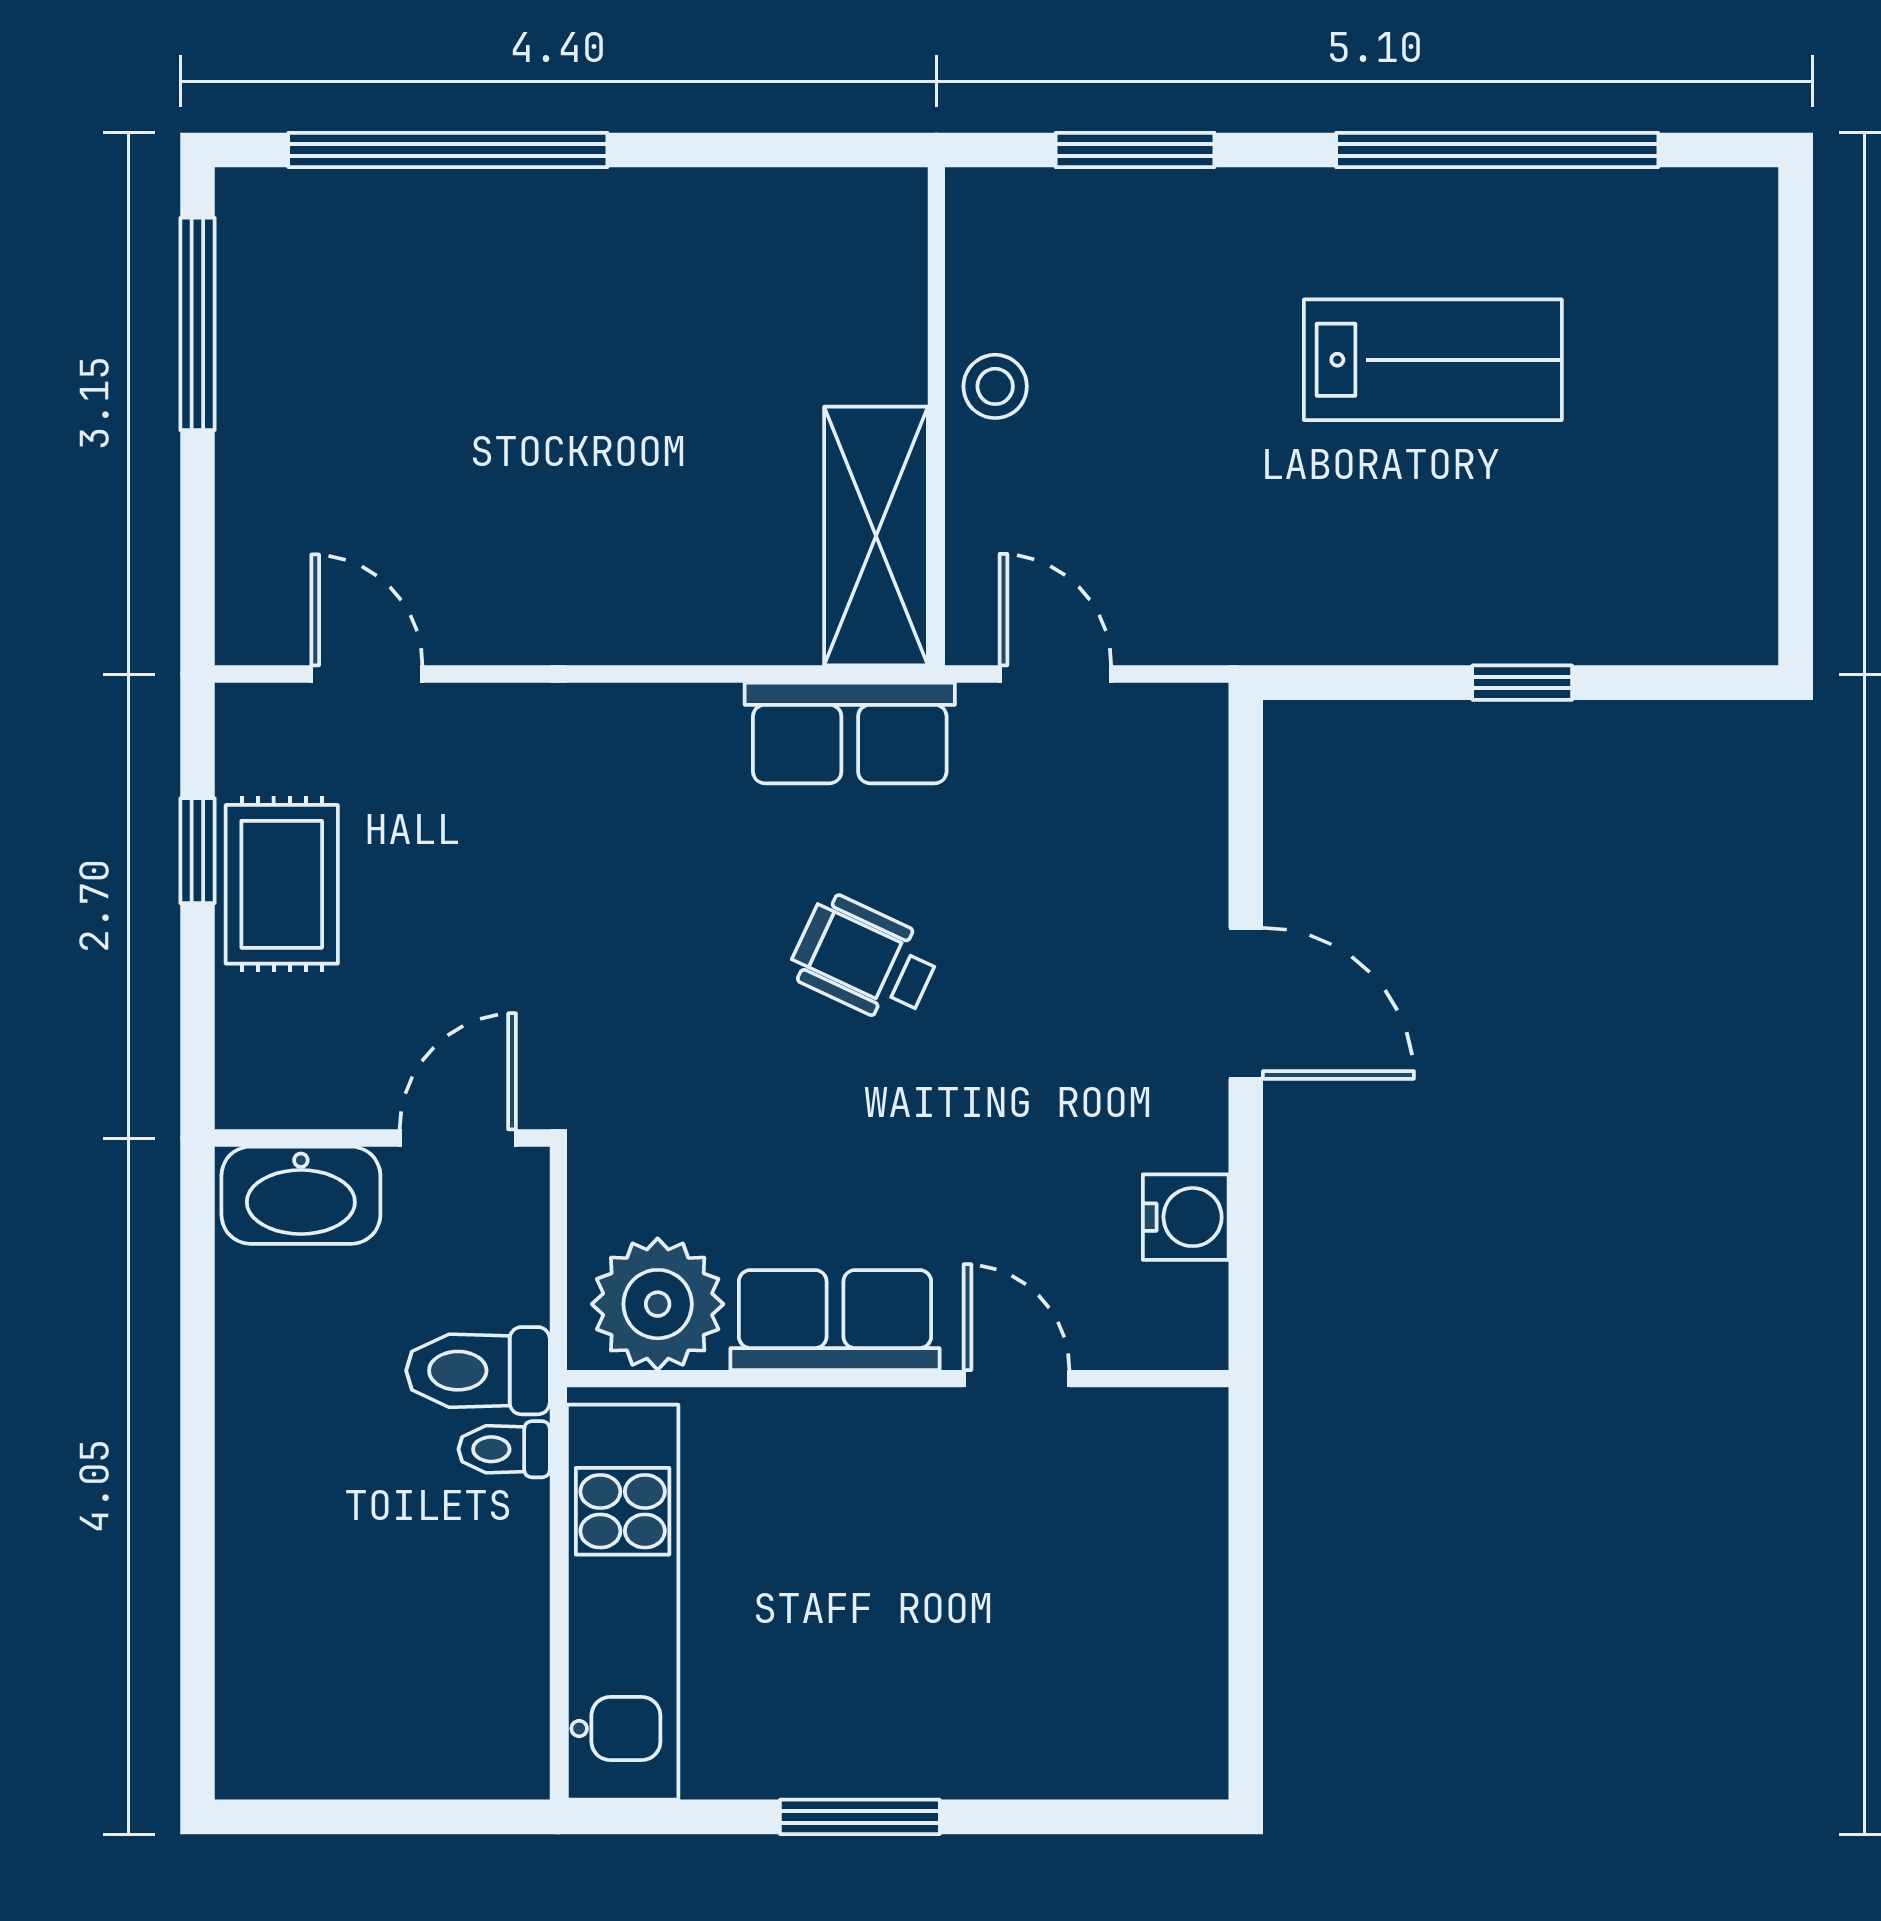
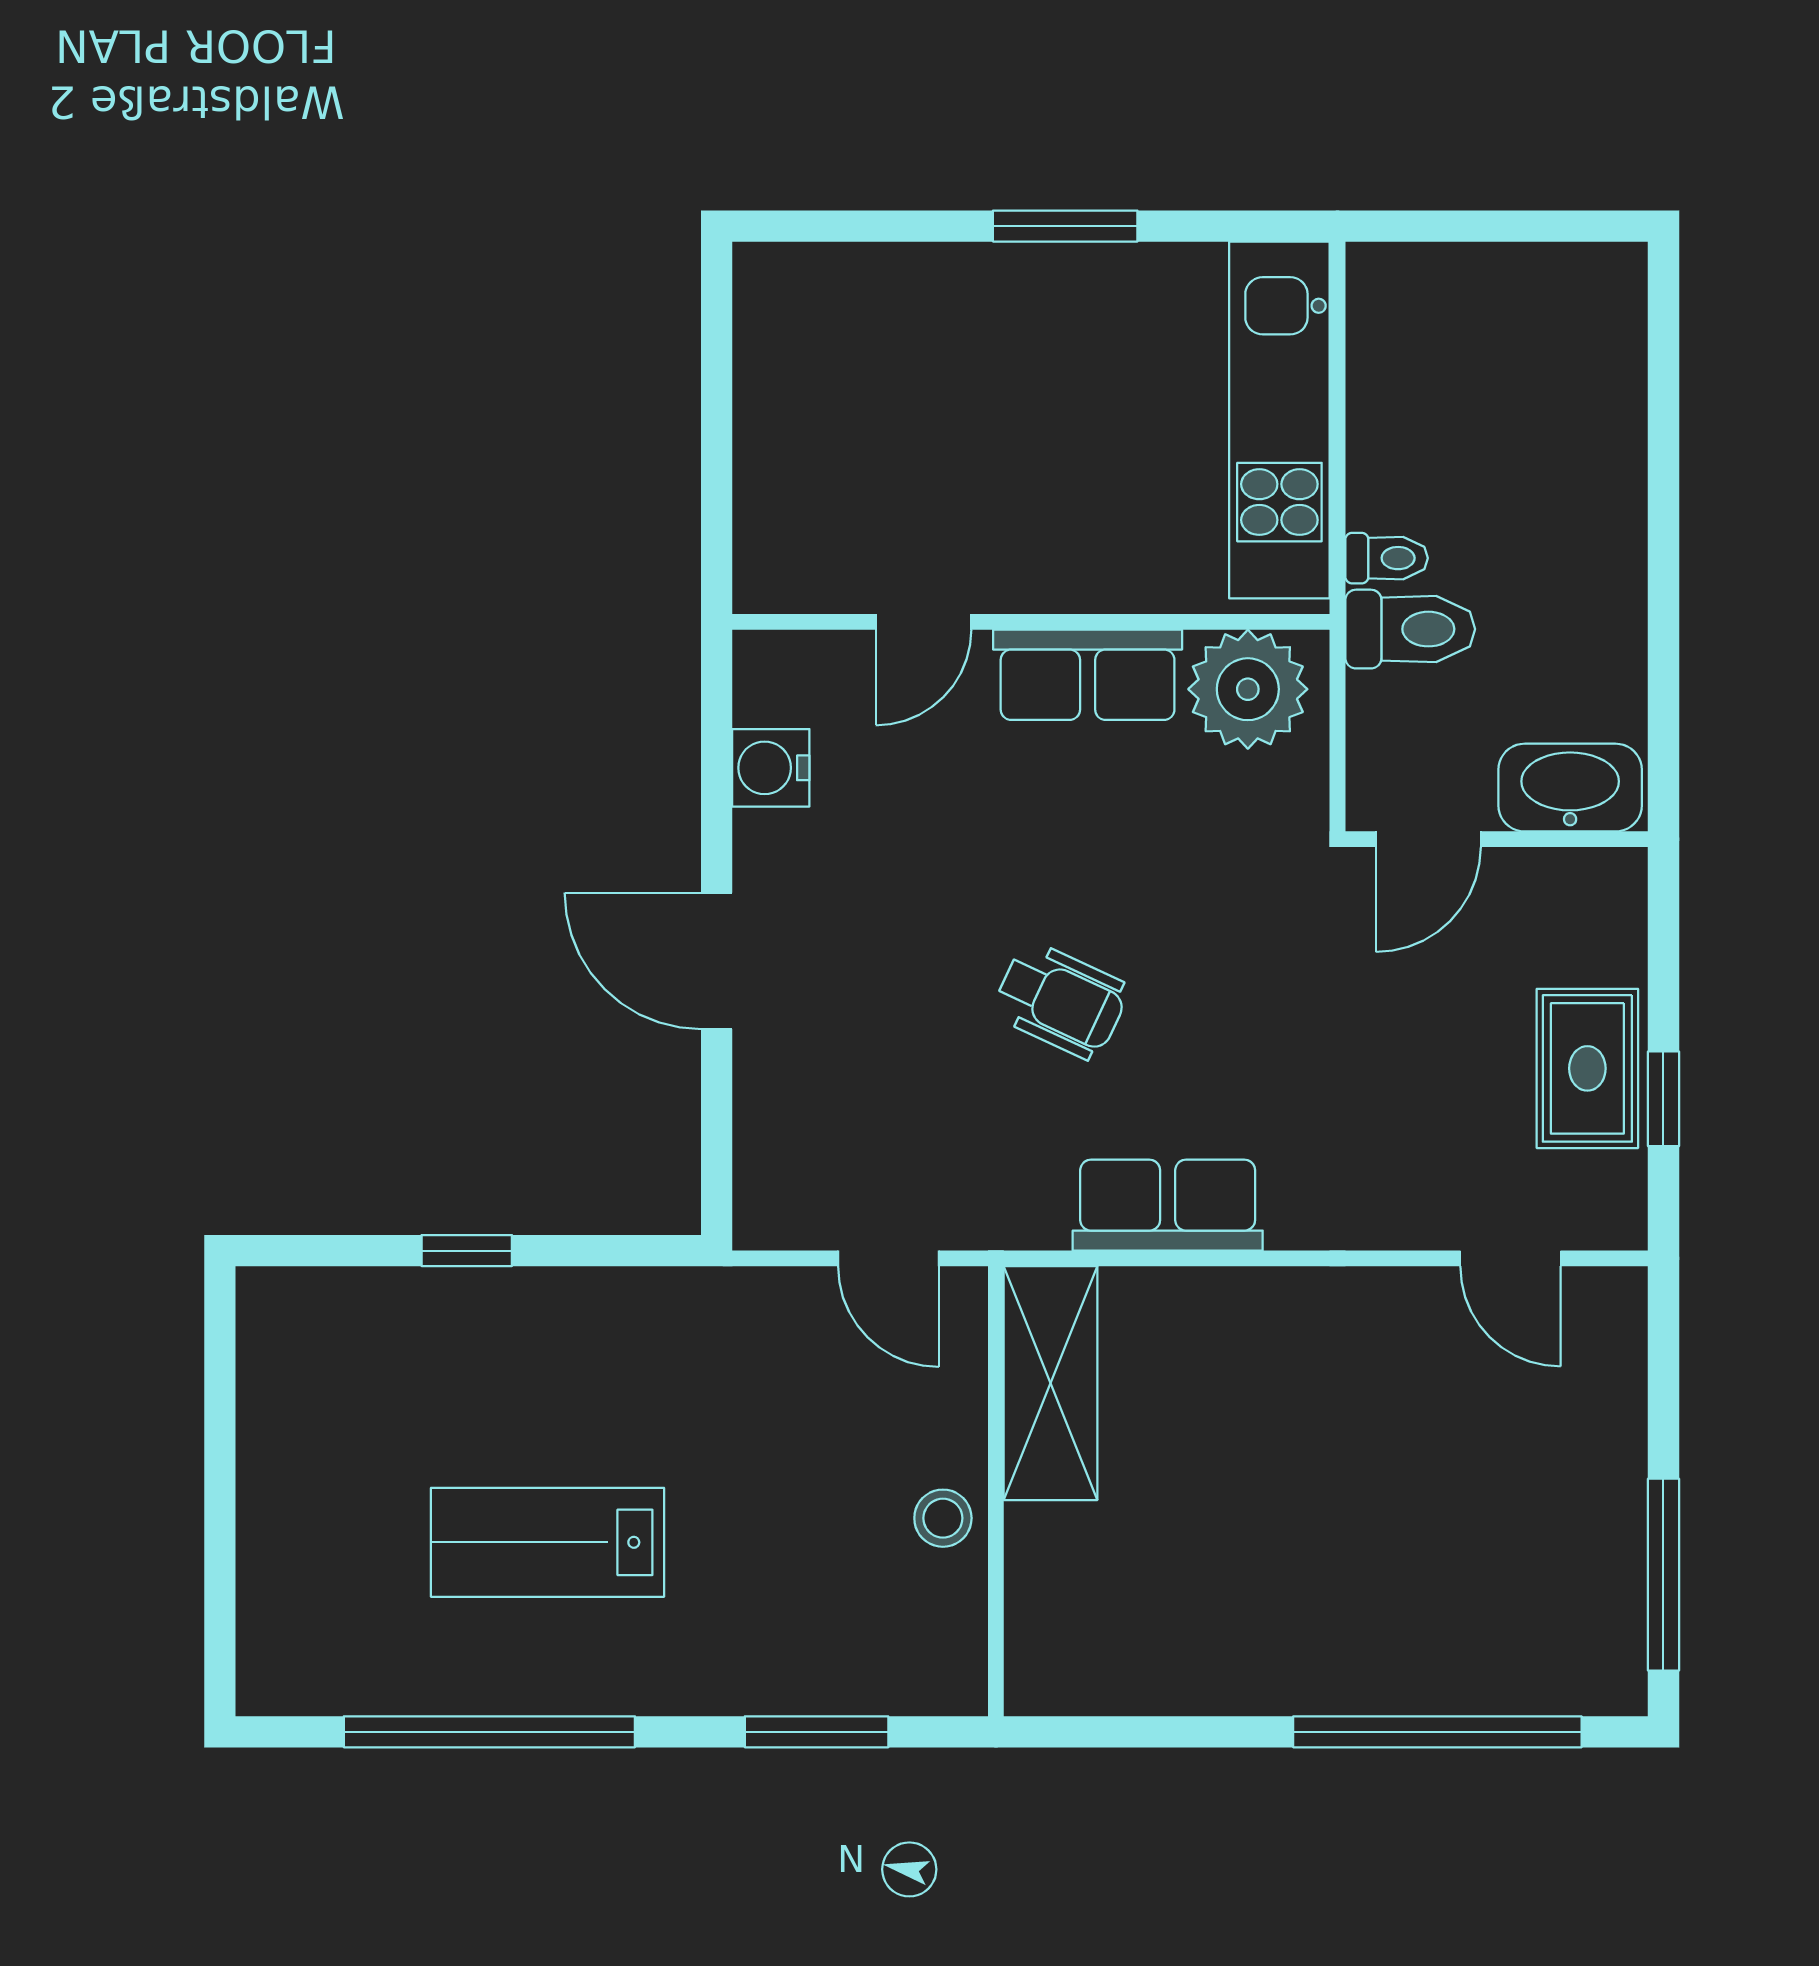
row of seats: (850, 733) -> (1168, 1205), moved
door: (1017, 1379) -> (924, 622), hinge flipped

